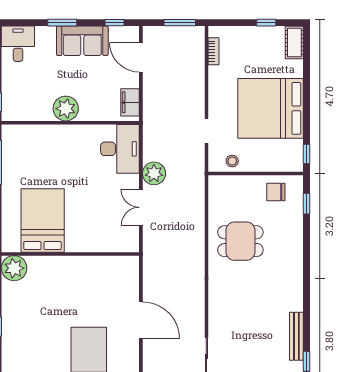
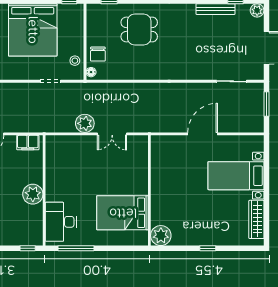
desk: (120, 149) -> (61, 222), moved, turned -90
floor lamp: (218, 181) -> (91, 72), added
chair: (276, 192) -> (98, 54), moved
dining table: (240, 241) -> (139, 30), moved, turned 90

